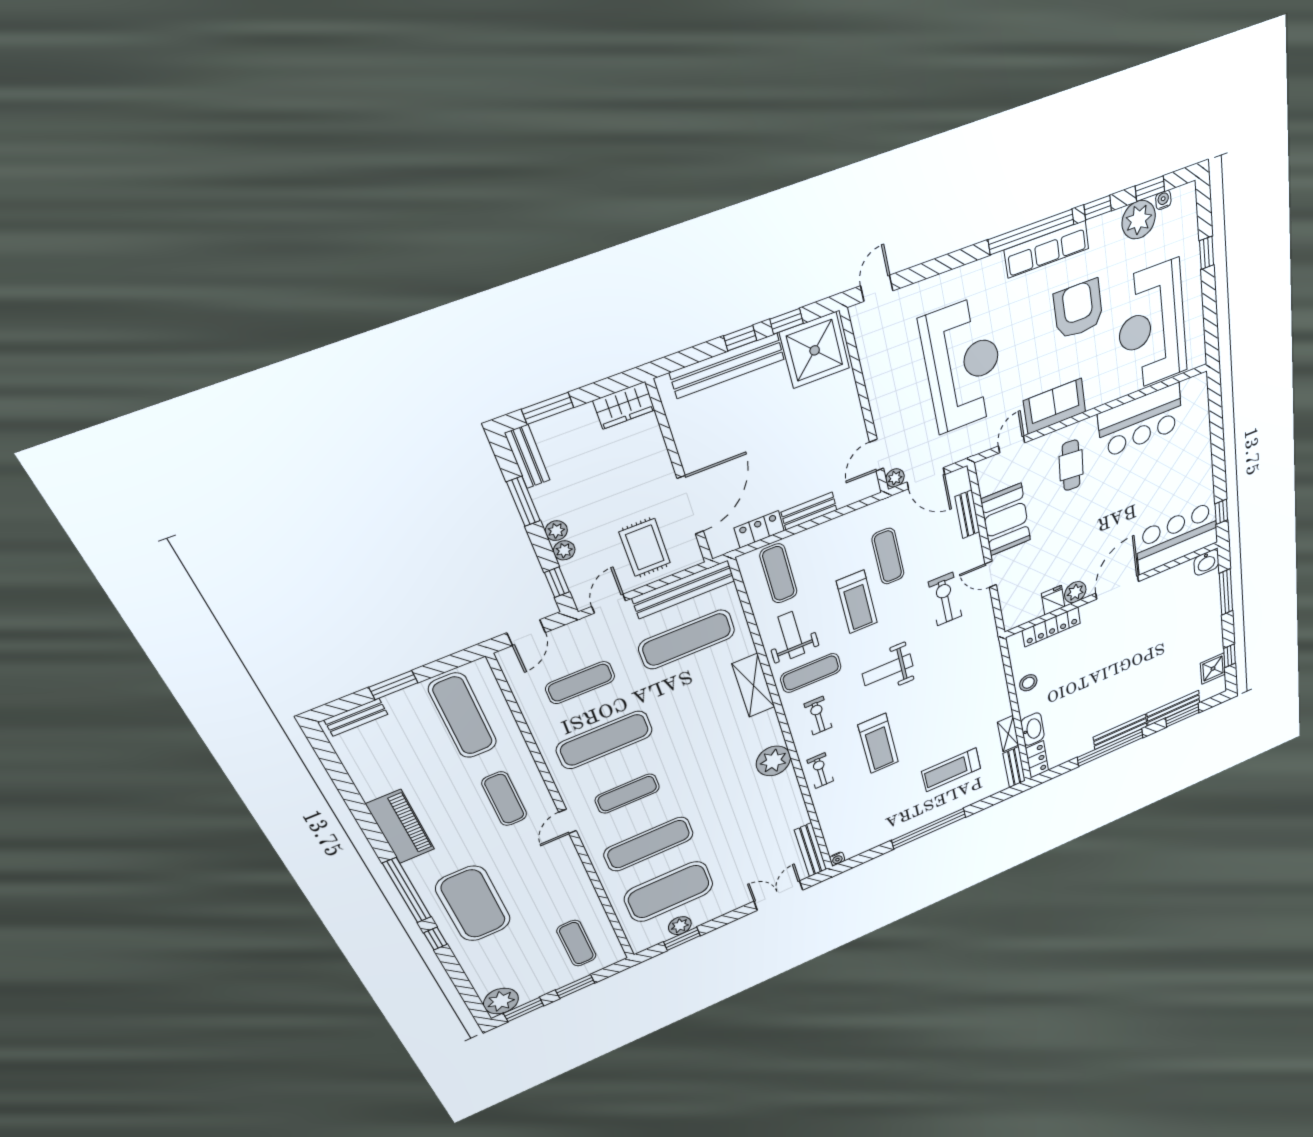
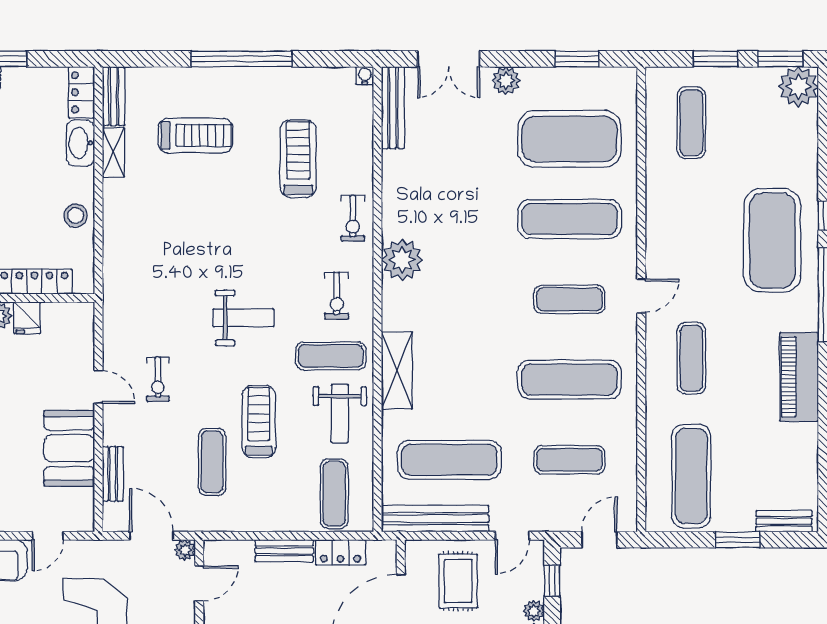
exercise bike: (945, 599) -> (158, 379), width x0.73, depth x0.72
treadmill: (878, 744) -> (298, 159), moved
plant: (680, 926) -> (506, 81), moved

